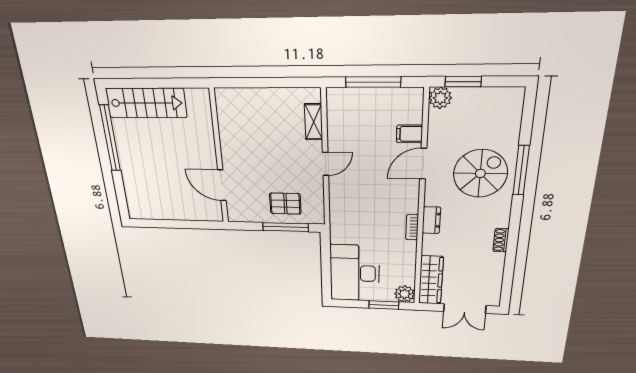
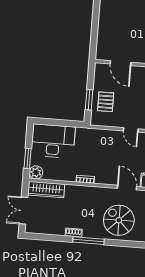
window: (521, 170) -> (89, 241), moved
spiral stairs: (480, 173) -> (119, 220), turned 180
door: (222, 185) -> (121, 63), swing flipped
dresser: (431, 220) -> (90, 191), removed
window: (286, 227) -> (89, 100), width x0.69

